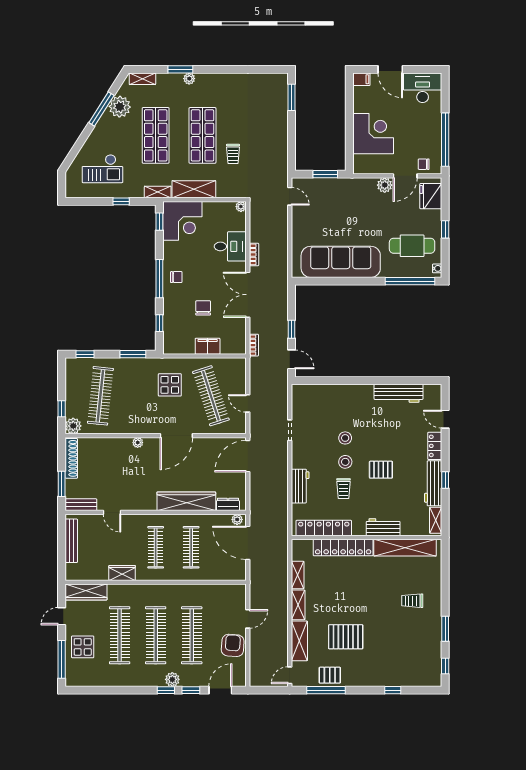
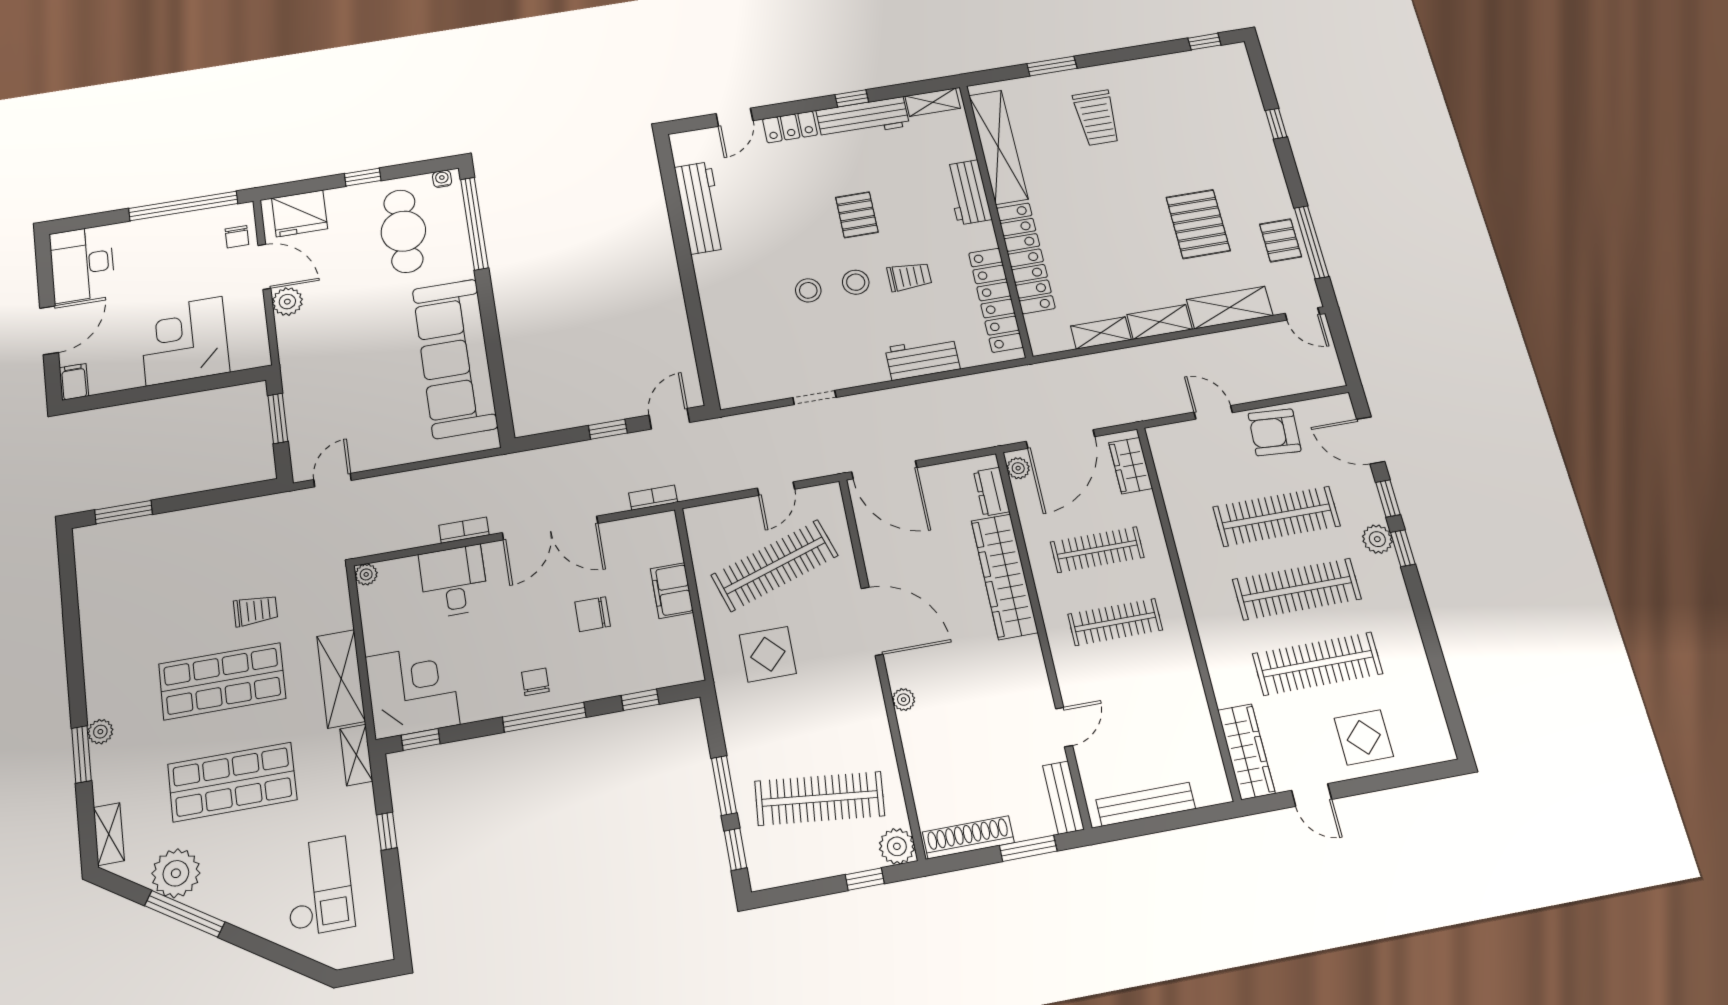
window: (133, 354) -> (724, 785), moved
wardrobe: (122, 573) -> (1131, 466), moved
trolley: (412, 601) -> (1097, 118), width x1.36, depth x1.39
window: (445, 629) -> (1052, 66), moved
window: (62, 659) -> (1403, 778), removed

